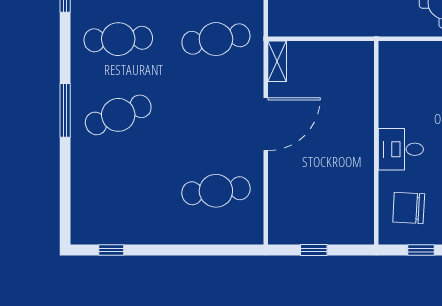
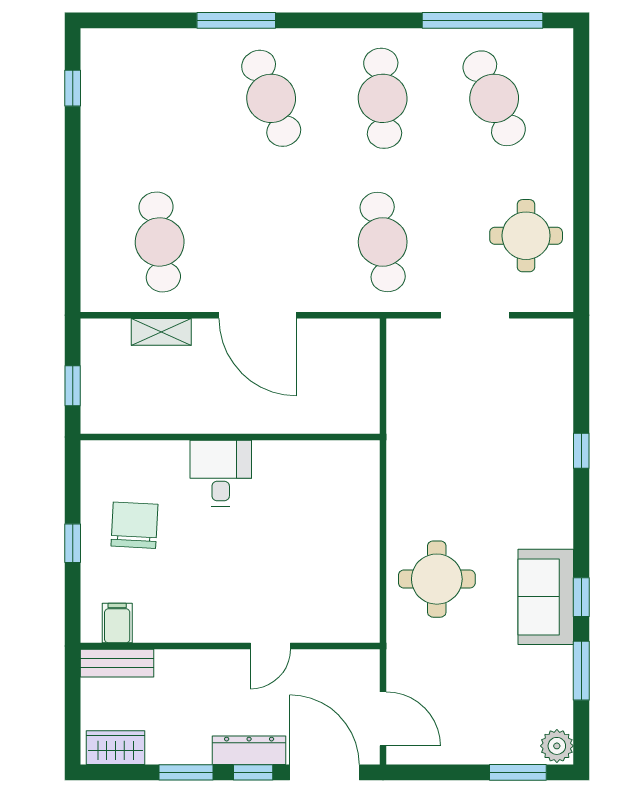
shelving: (277, 61) -> (161, 332), moved
window: (65, 110) -> (236, 20), moved
wall: (376, 143) -> (230, 437), moved
desk: (401, 149) -> (221, 473), moved

